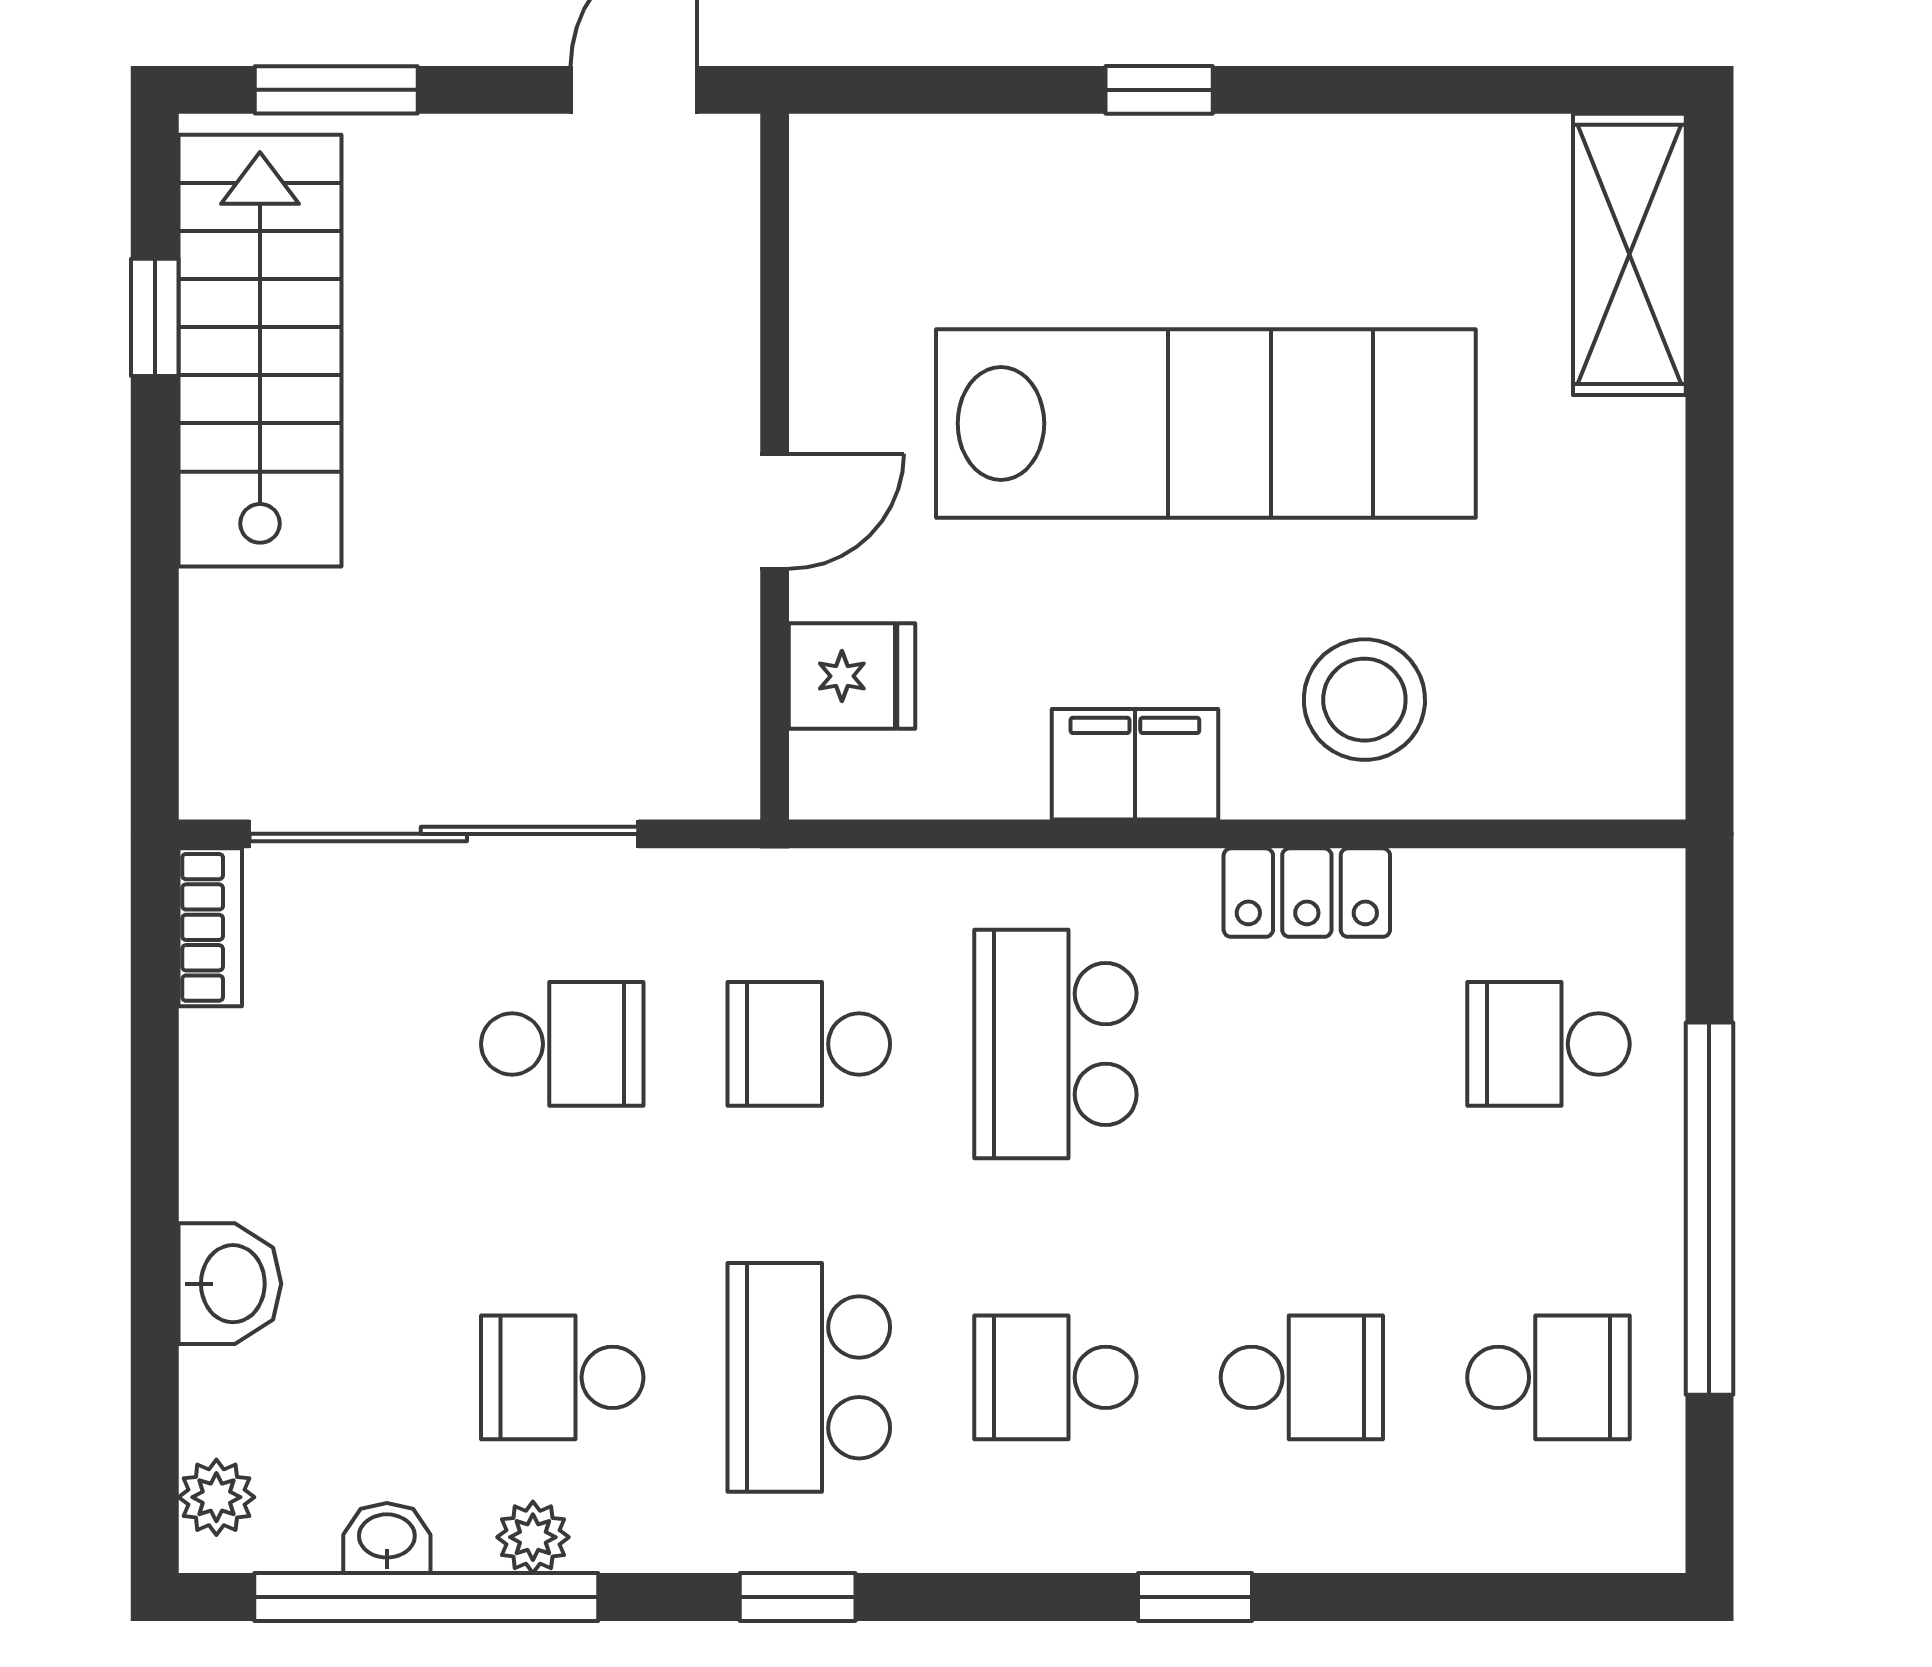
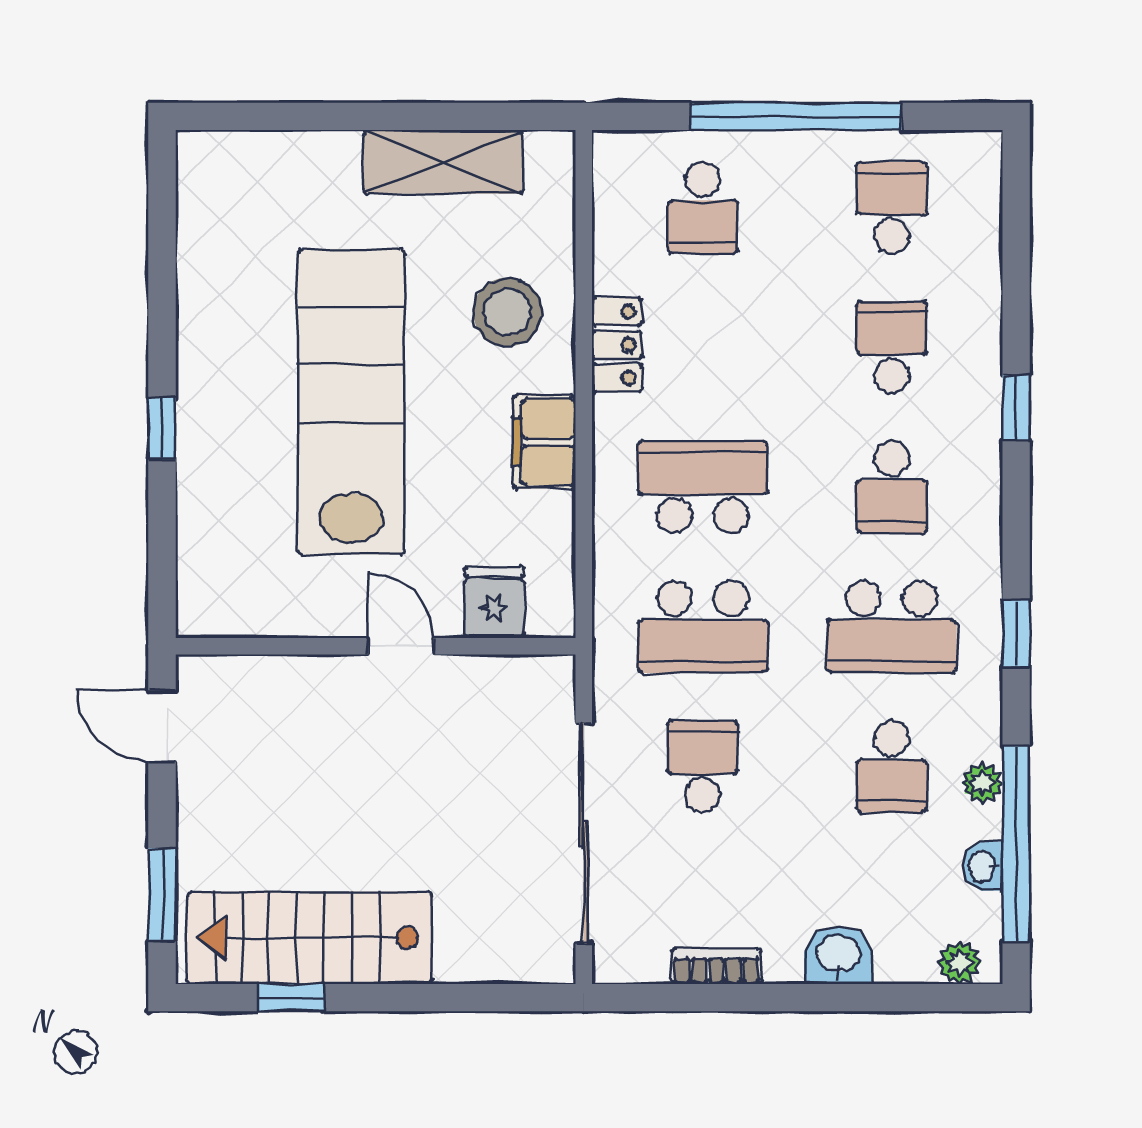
shelving: (1629, 254) -> (443, 162), moved
bookcase: (210, 927) -> (716, 966), moved
school desk: (809, 1044) -> (703, 627), width x1.85
school desk: (1055, 1044) -> (703, 487), turned 180

